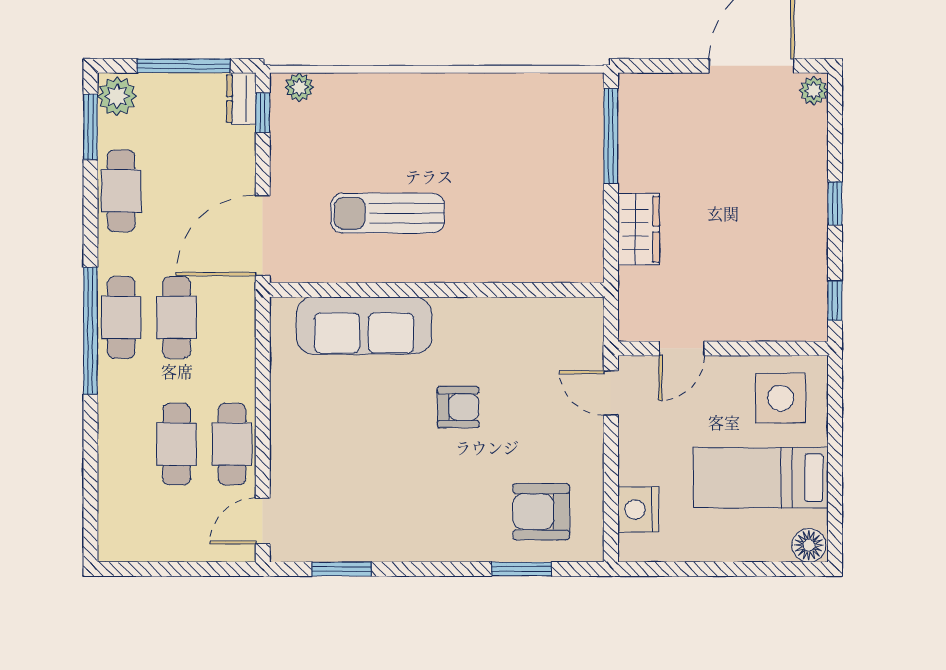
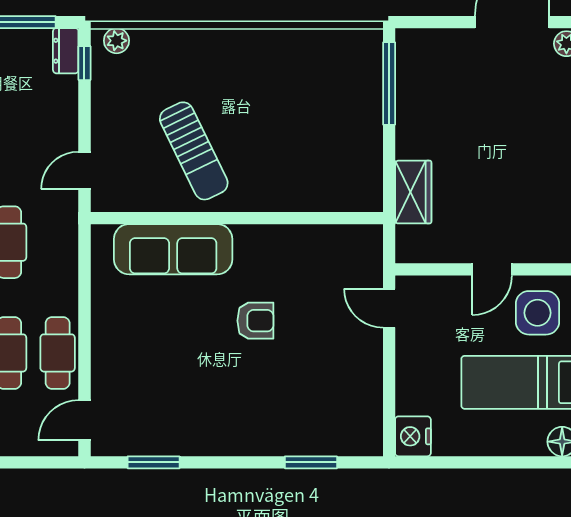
sun lounger: (388, 213) -> (194, 151), turned -116
wardrobe: (639, 229) -> (413, 192), moved
door: (263, 236) -> (84, 170), width x0.53
door: (682, 348) -> (492, 269), moved
nightstand: (638, 510) -> (413, 436), moved
armchair: (541, 512) -> (328, 412), removed

